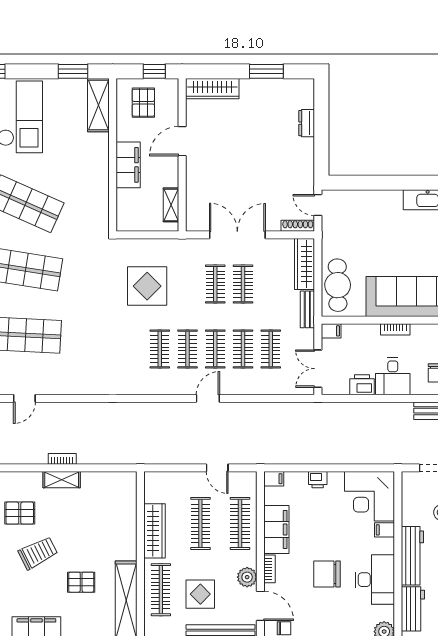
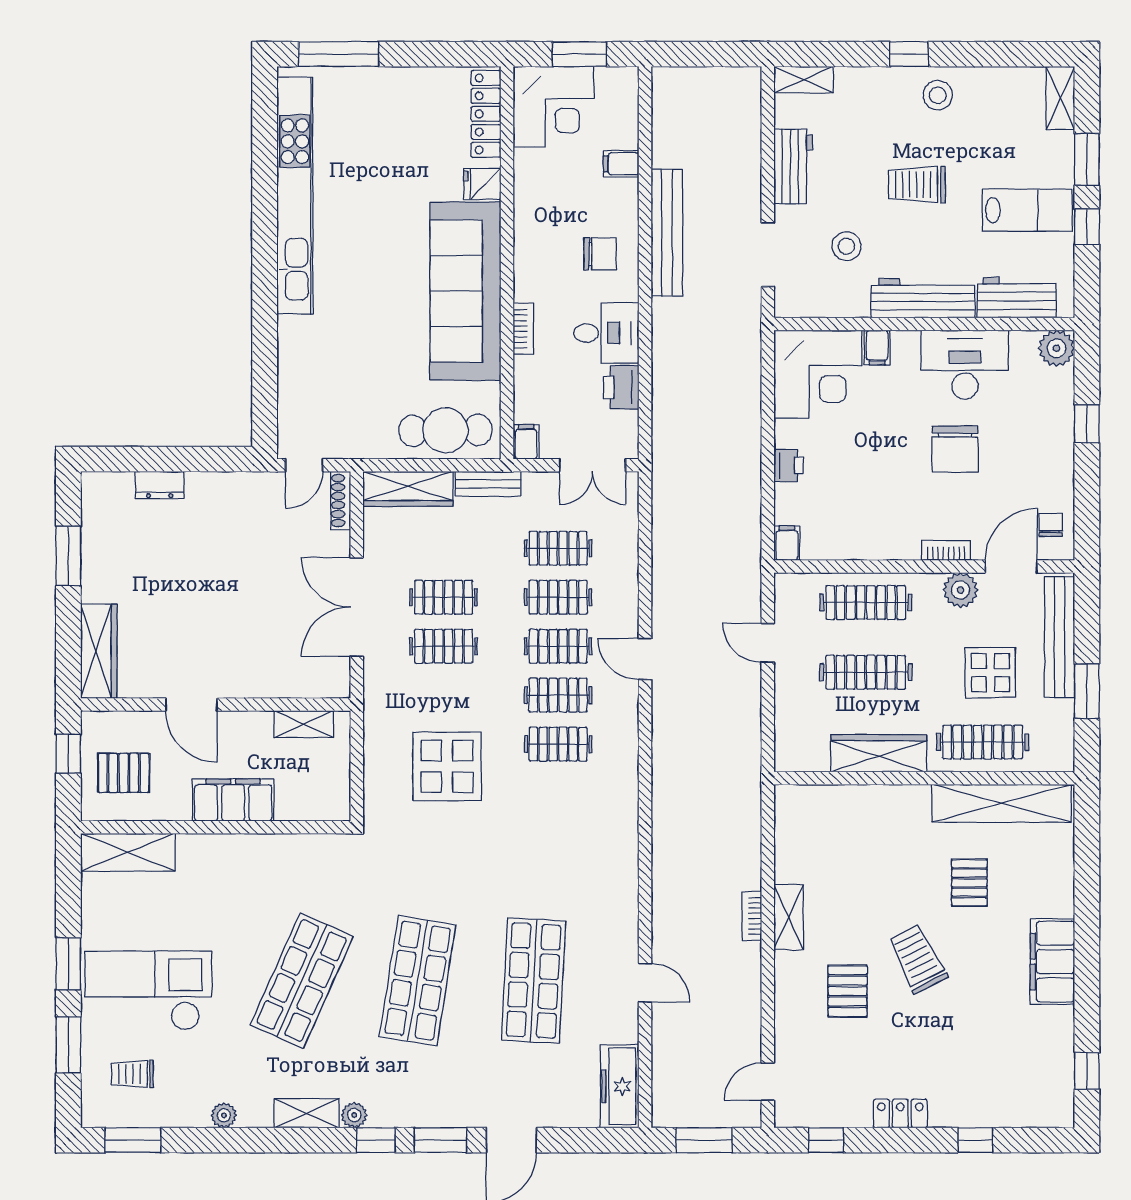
window: (73, 71) -> (68, 964), moved
door: (217, 468) -> (768, 643), swing flipped
filing cabinet: (276, 529) -> (876, 538), removed

